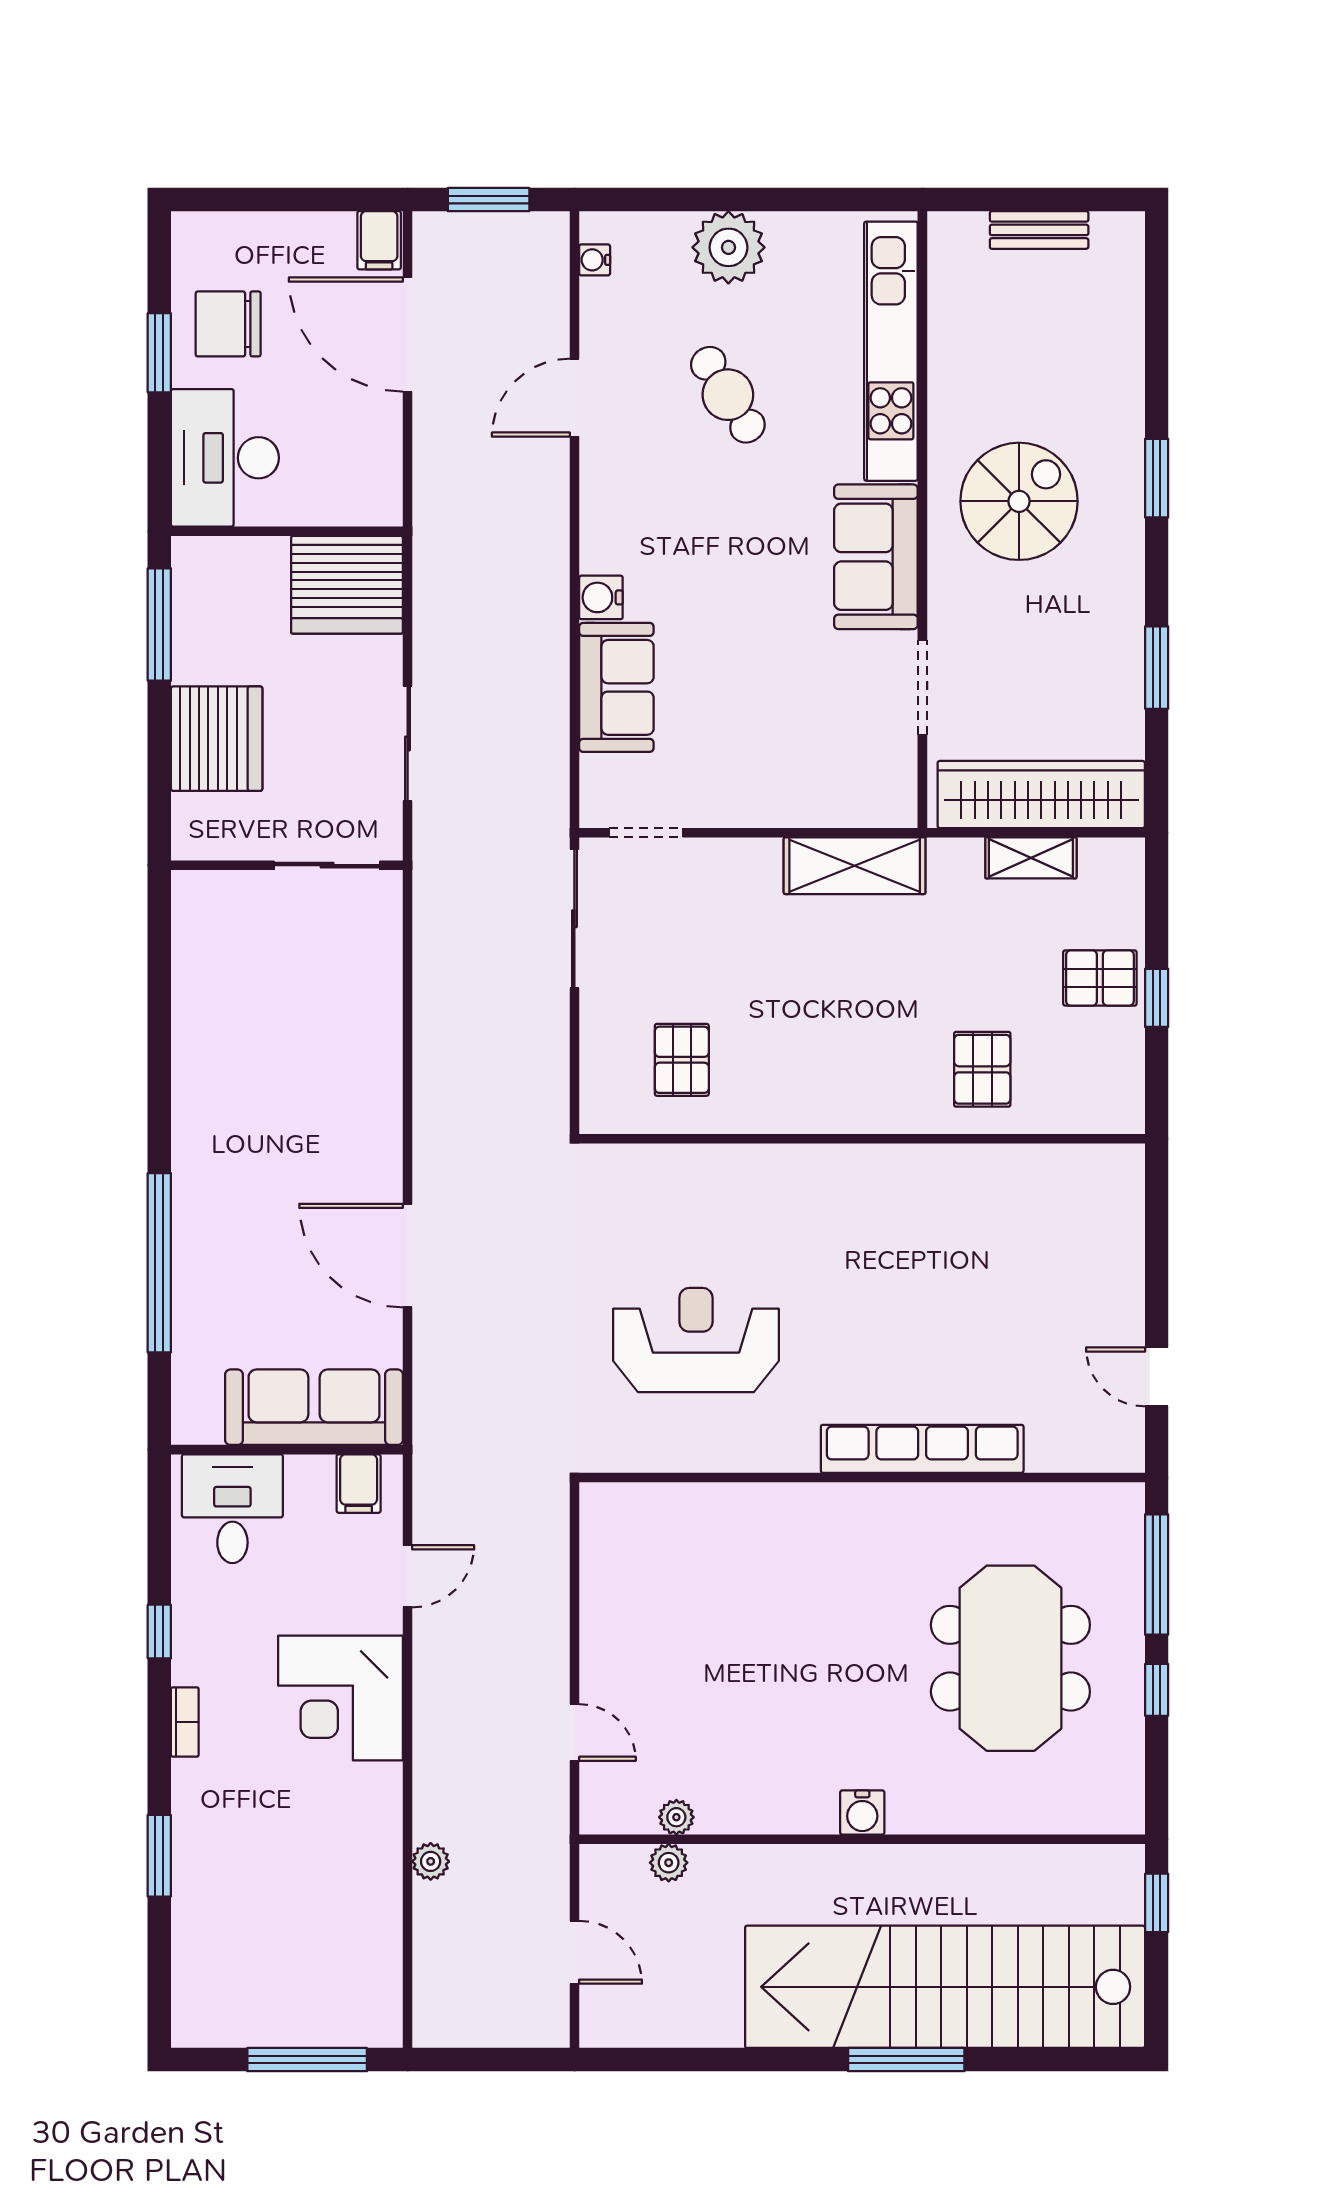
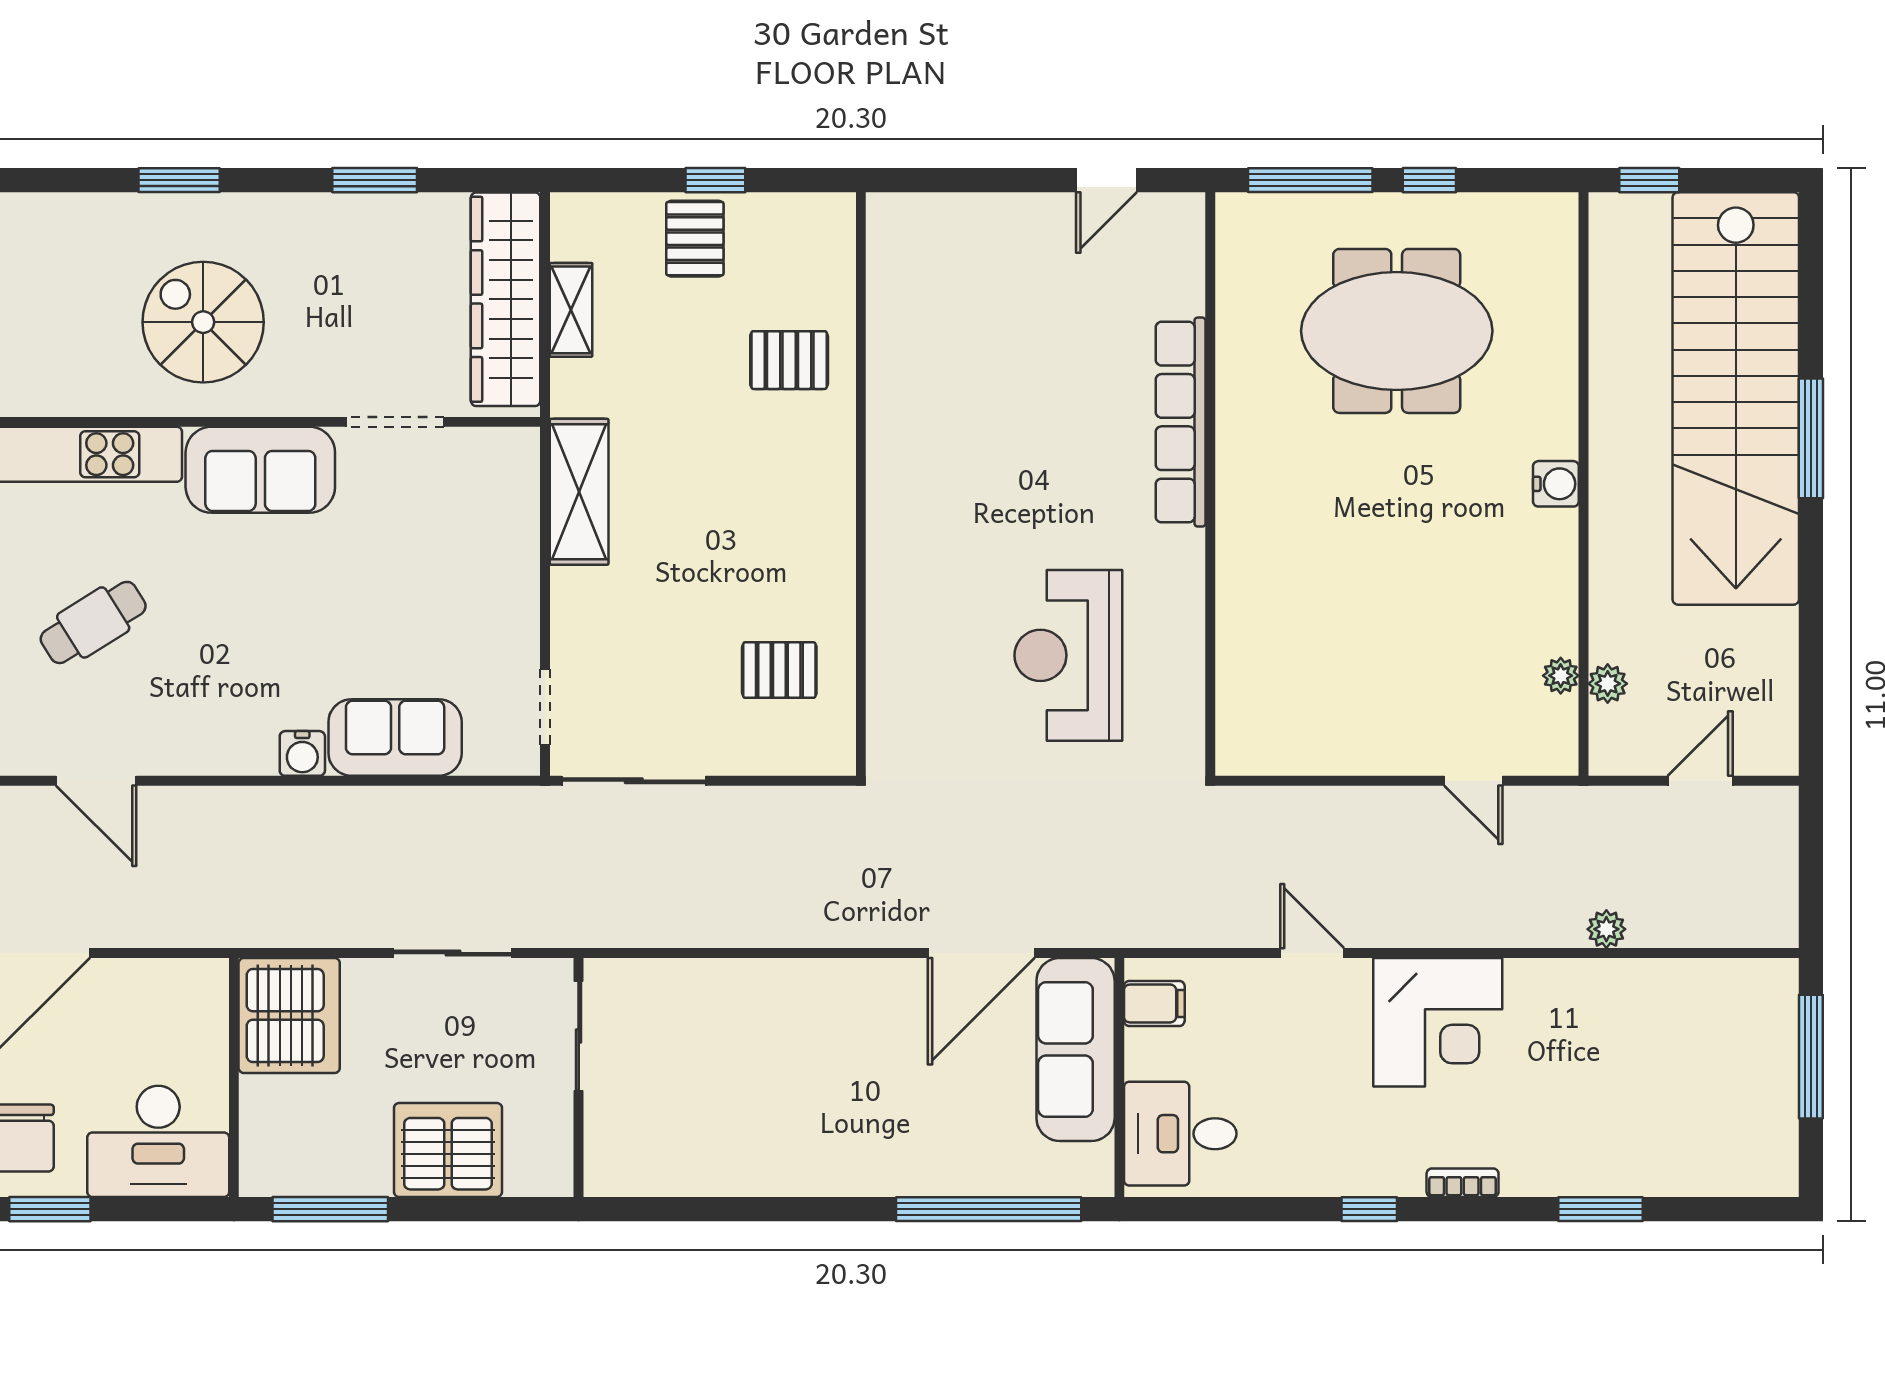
sofa: (314, 1407) -> (1076, 1049), moved
wall: (287, 1450) -> (1119, 1077), moved
filing cabinet: (359, 1484) -> (1154, 1003), moved
desk: (232, 1509) -> (1180, 1134), moved
door: (574, 1732) -> (1473, 781), swing flipped

